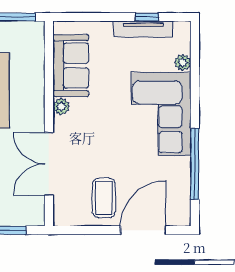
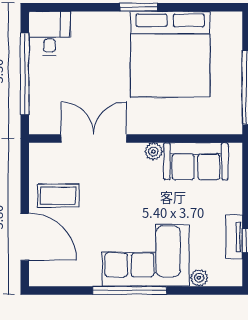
tv unit: (143, 29) -> (234, 237), width x0.71
window: (195, 164) -> (130, 290), moved

